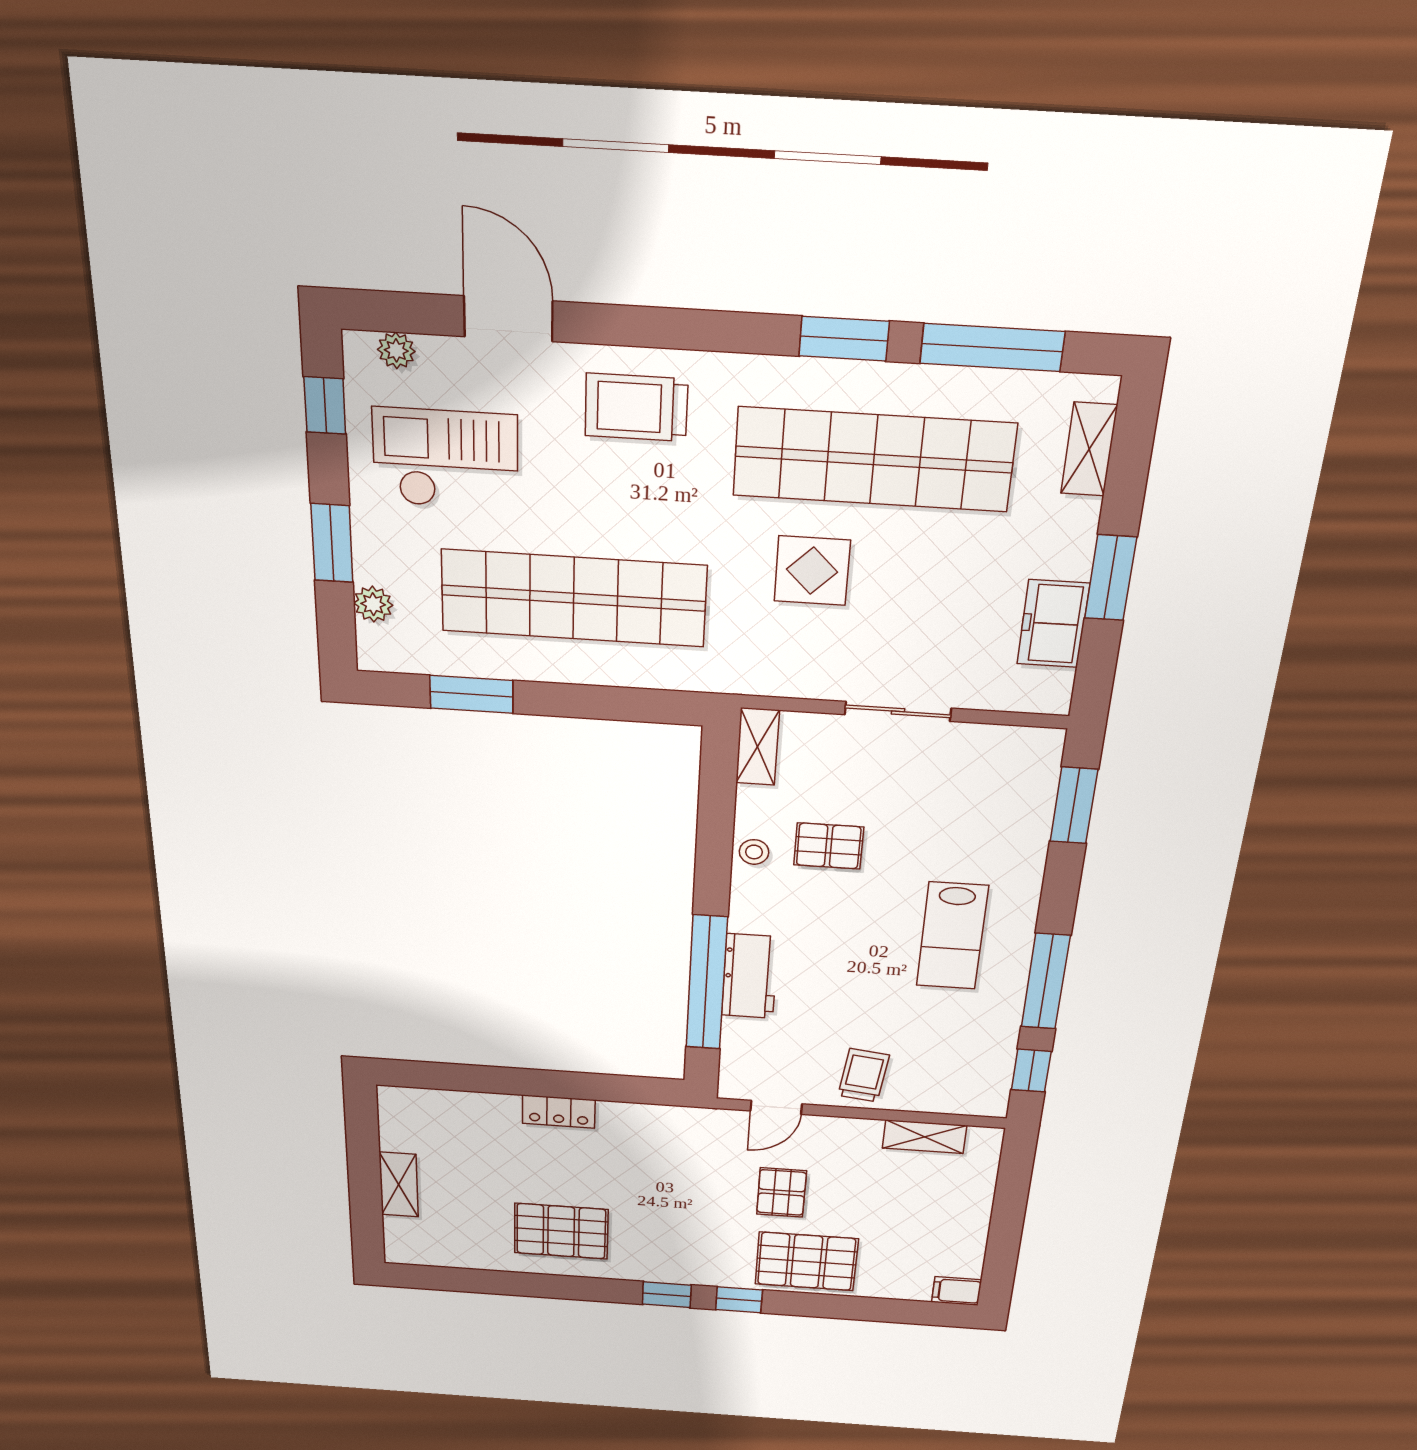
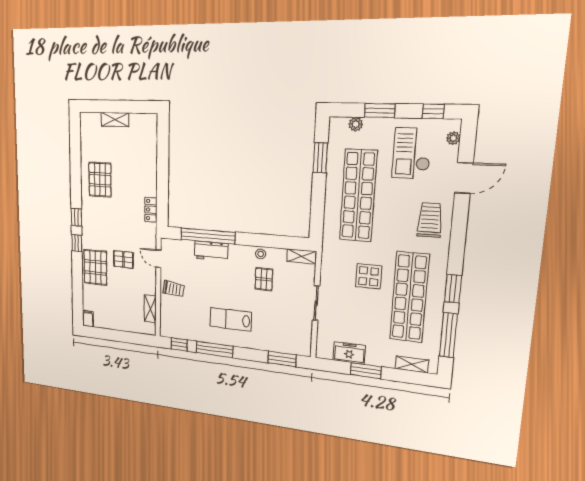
checkout: (445, 459) -> (412, 153), turned 180
locker: (559, 1112) -> (151, 210), moved

